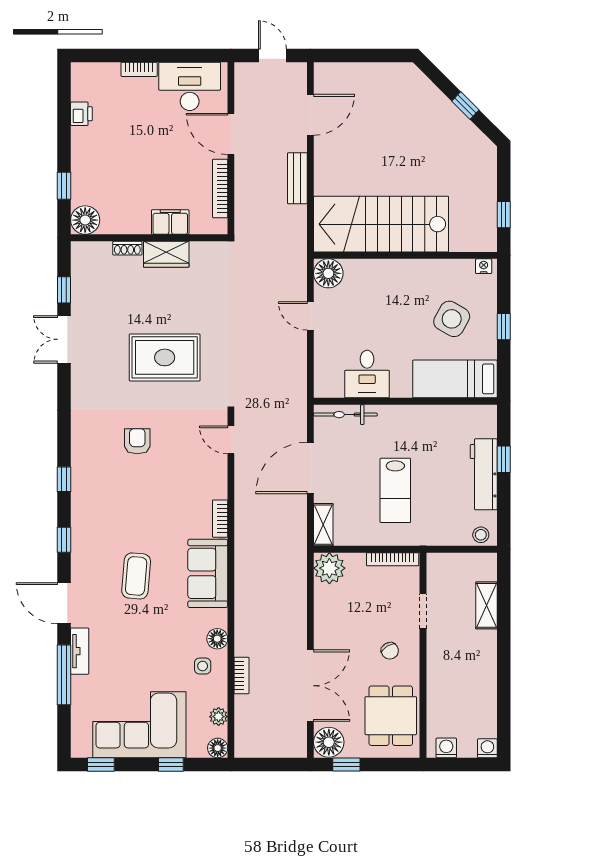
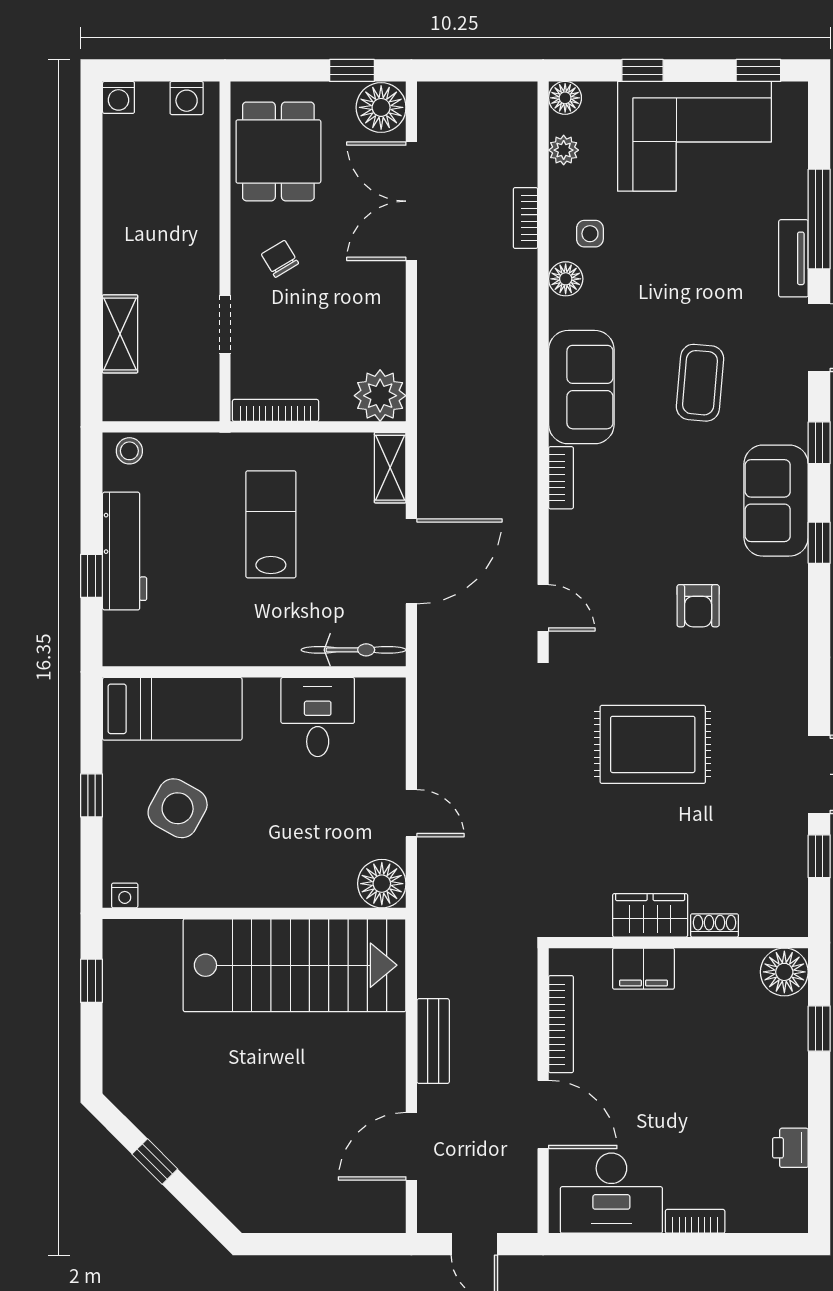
sofa: (90, 505) -> (776, 501), added

